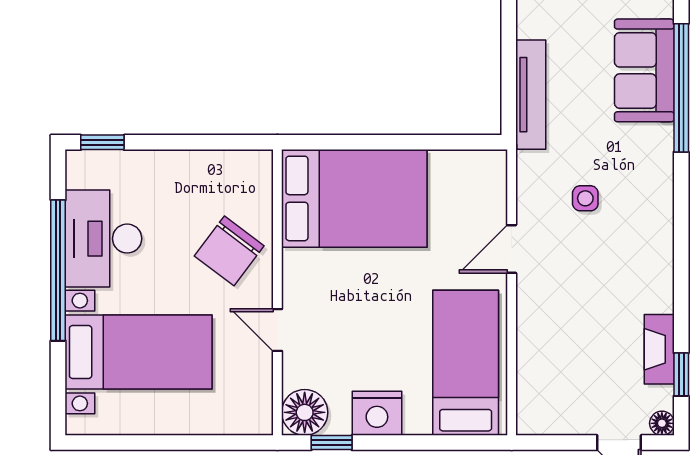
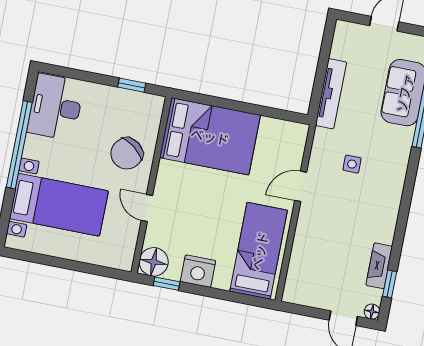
window: (102, 142) -> (132, 85), moved
desk: (103, 239) -> (56, 107), moved

